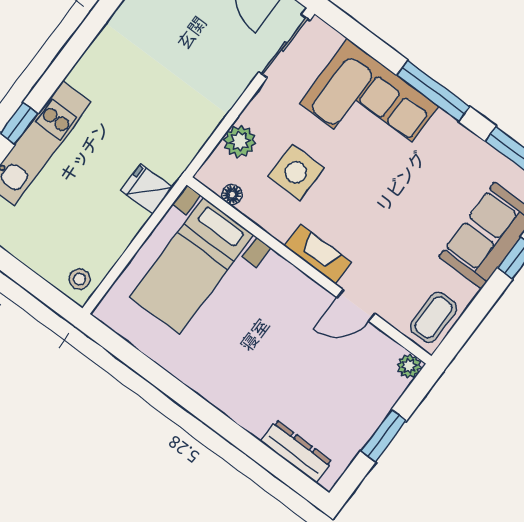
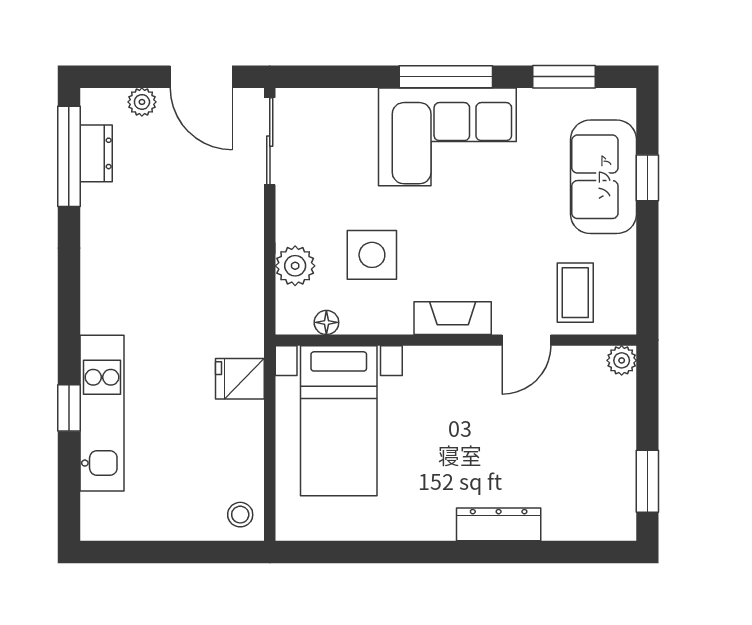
corner sofa: (369, 105) -> (447, 137), moved
coffee table: (434, 317) -> (575, 293), moved
window: (384, 436) -> (647, 481), moved
dresser: (296, 451) -> (499, 524), moved

